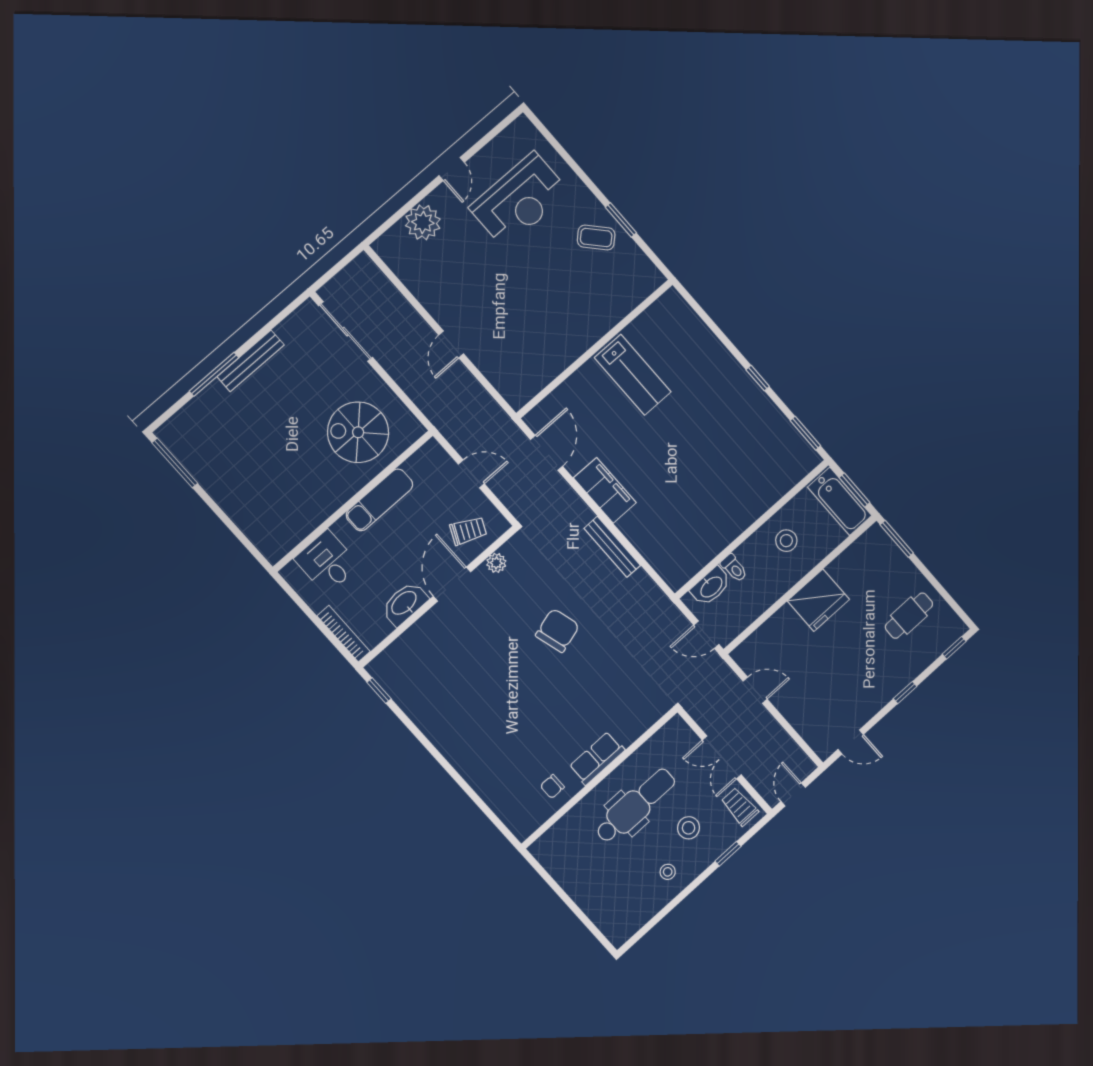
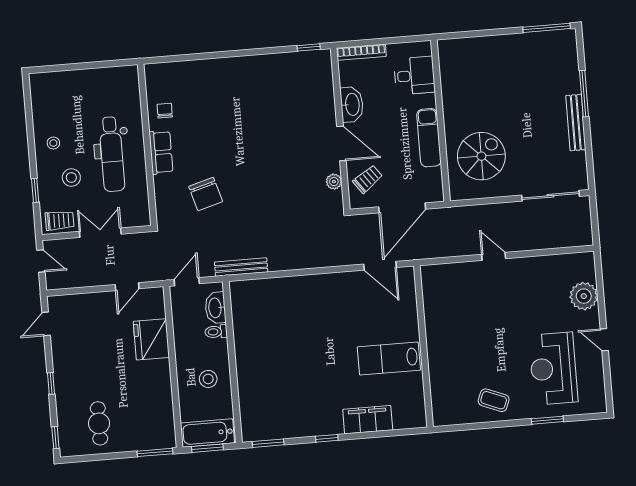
window: (621, 220) -> (547, 420), moved
coffee table: (596, 238) -> (494, 400), turned 65
door: (471, 474) -> (402, 208), width x1.88
filing cabinet: (605, 490) -> (368, 420), moved, turned 180
trolley: (468, 531) -> (368, 179), turned -151
bench: (612, 547) -> (241, 267), moved
fridge: (818, 600) -> (151, 339), moved
chair: (557, 630) -> (206, 194), moved

